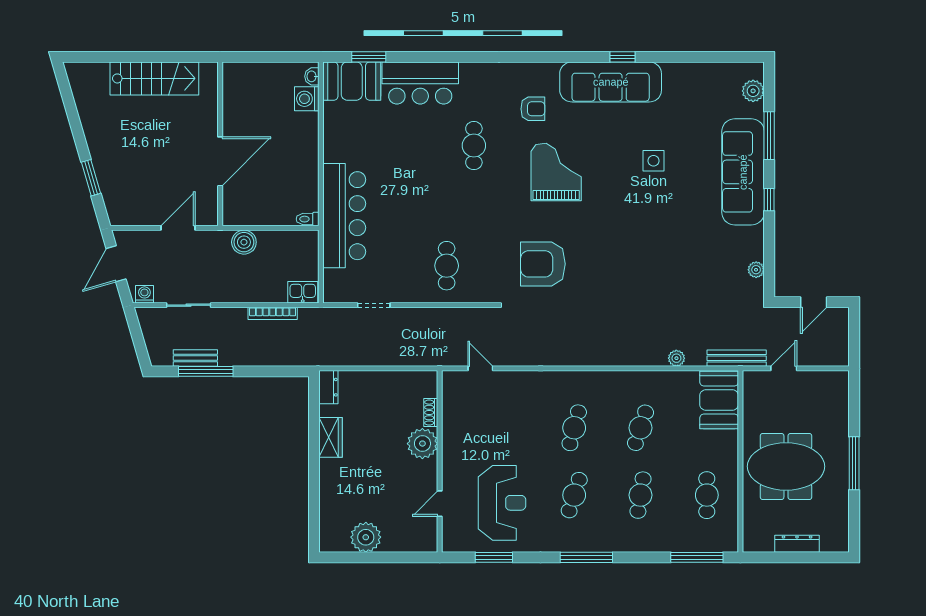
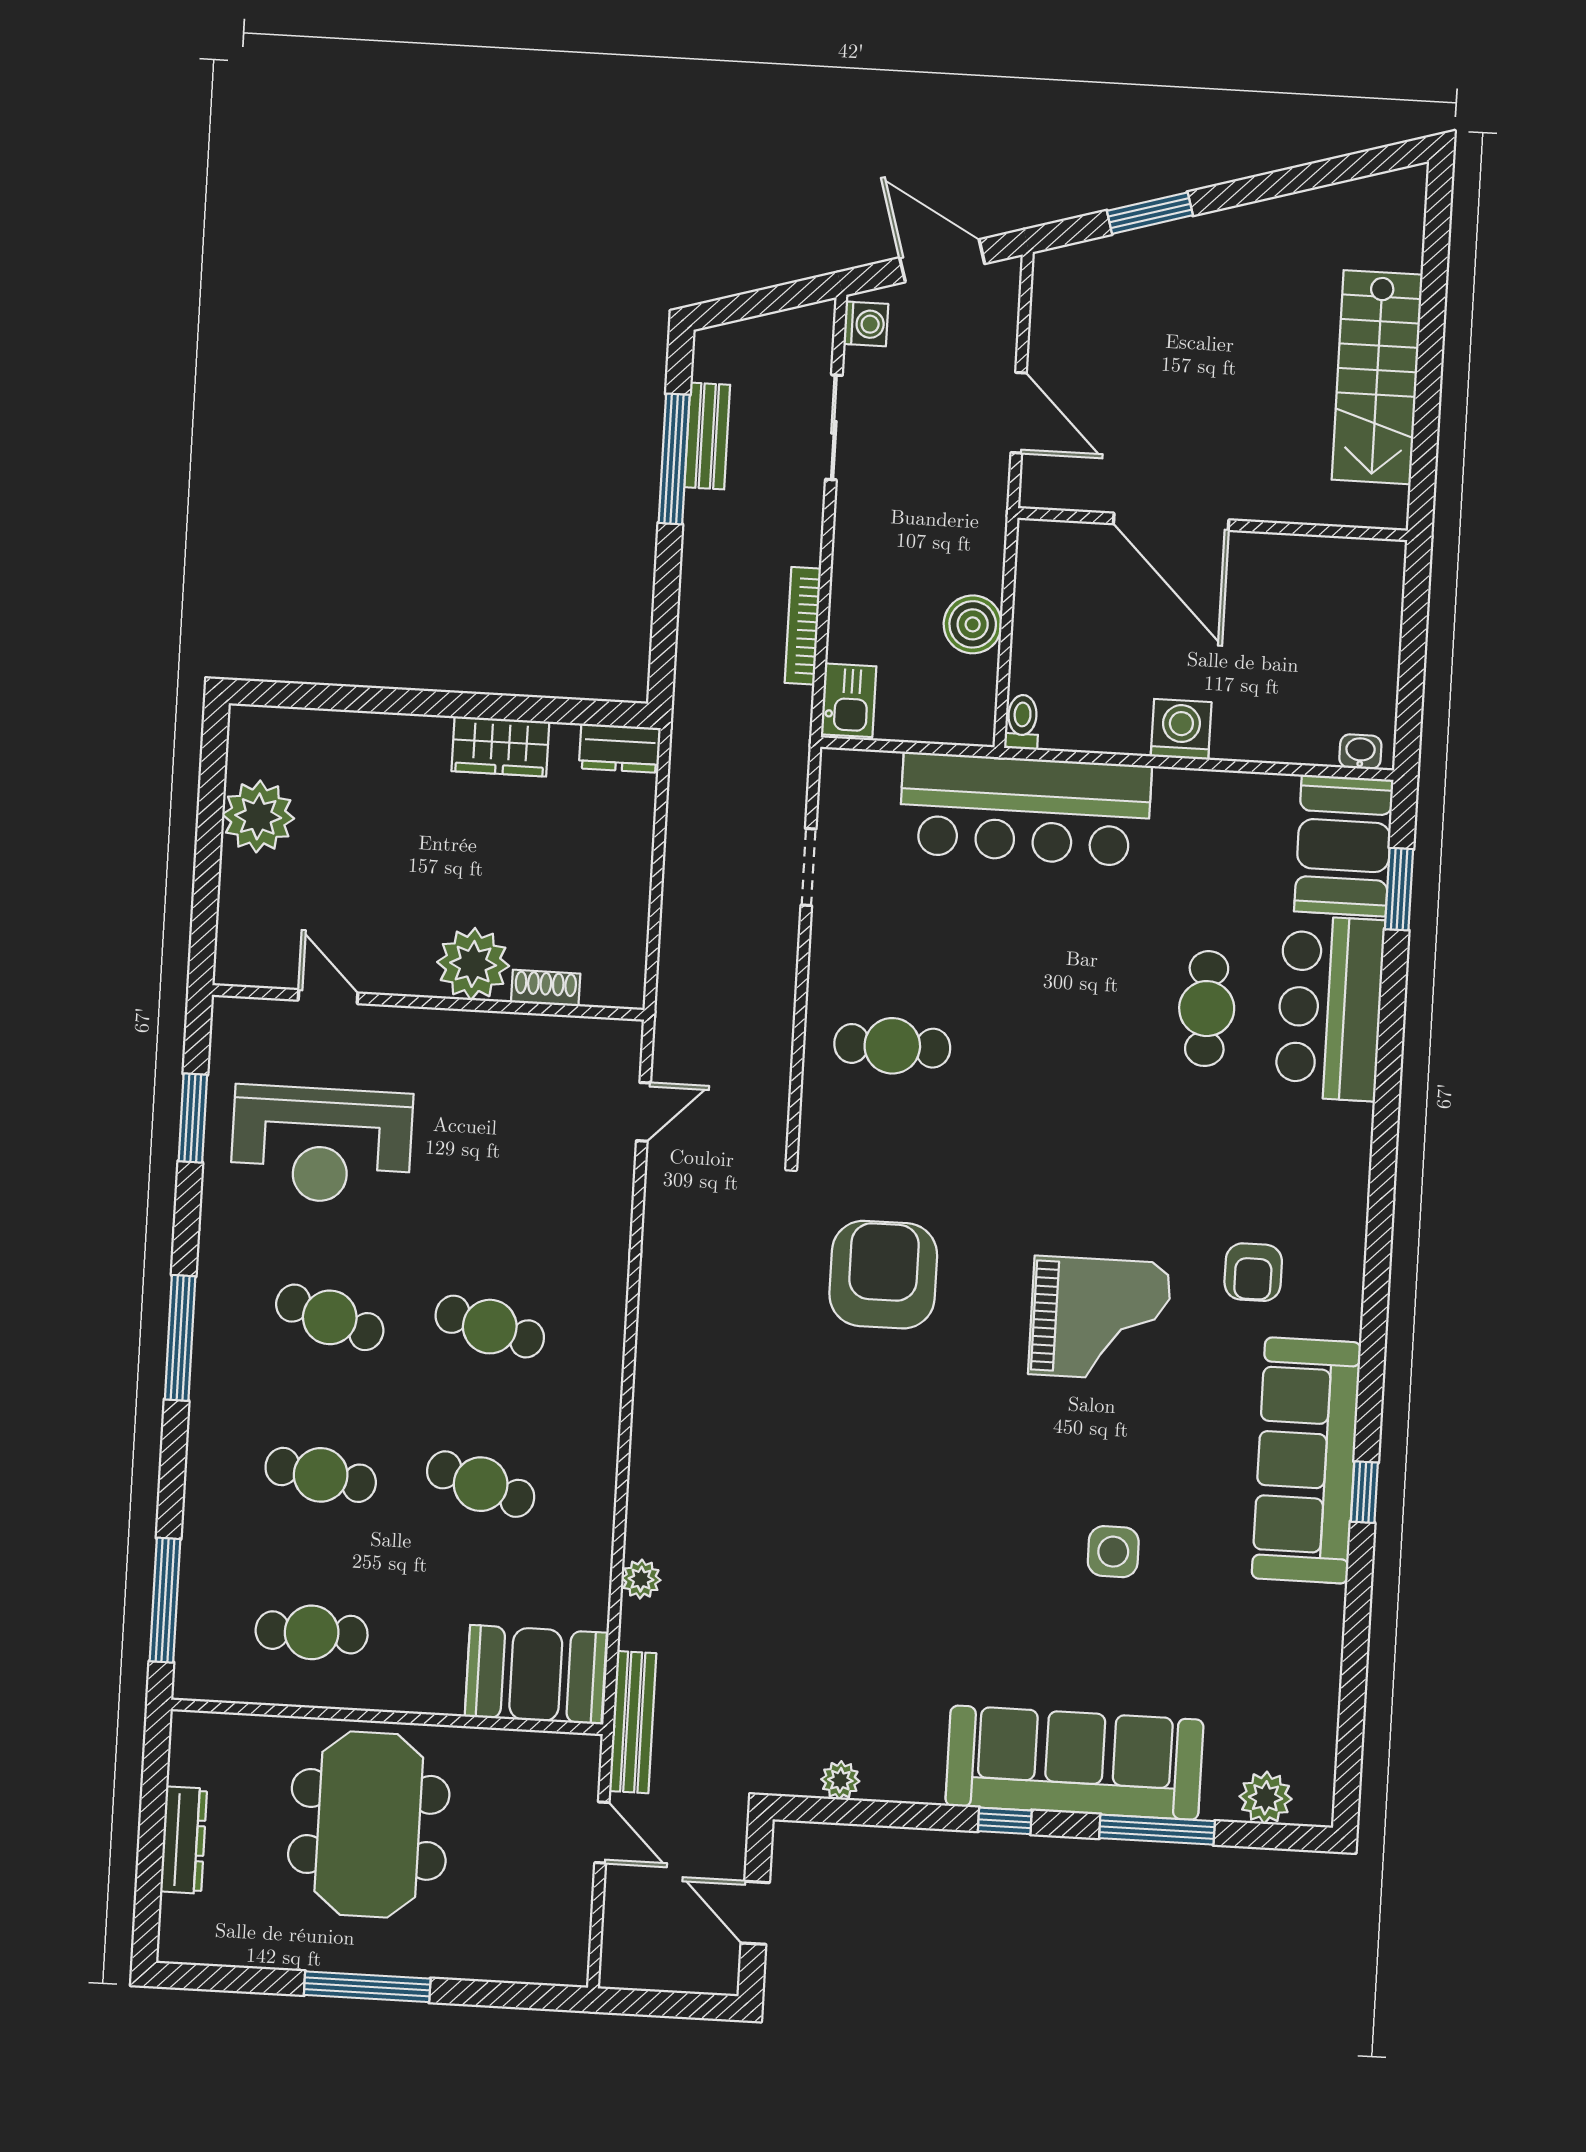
washing machine: (307, 99) -> (1181, 729), moved
cafe table: (474, 146) -> (1207, 1009), moved, turned 90
boiler: (244, 242) -> (973, 624), moved

